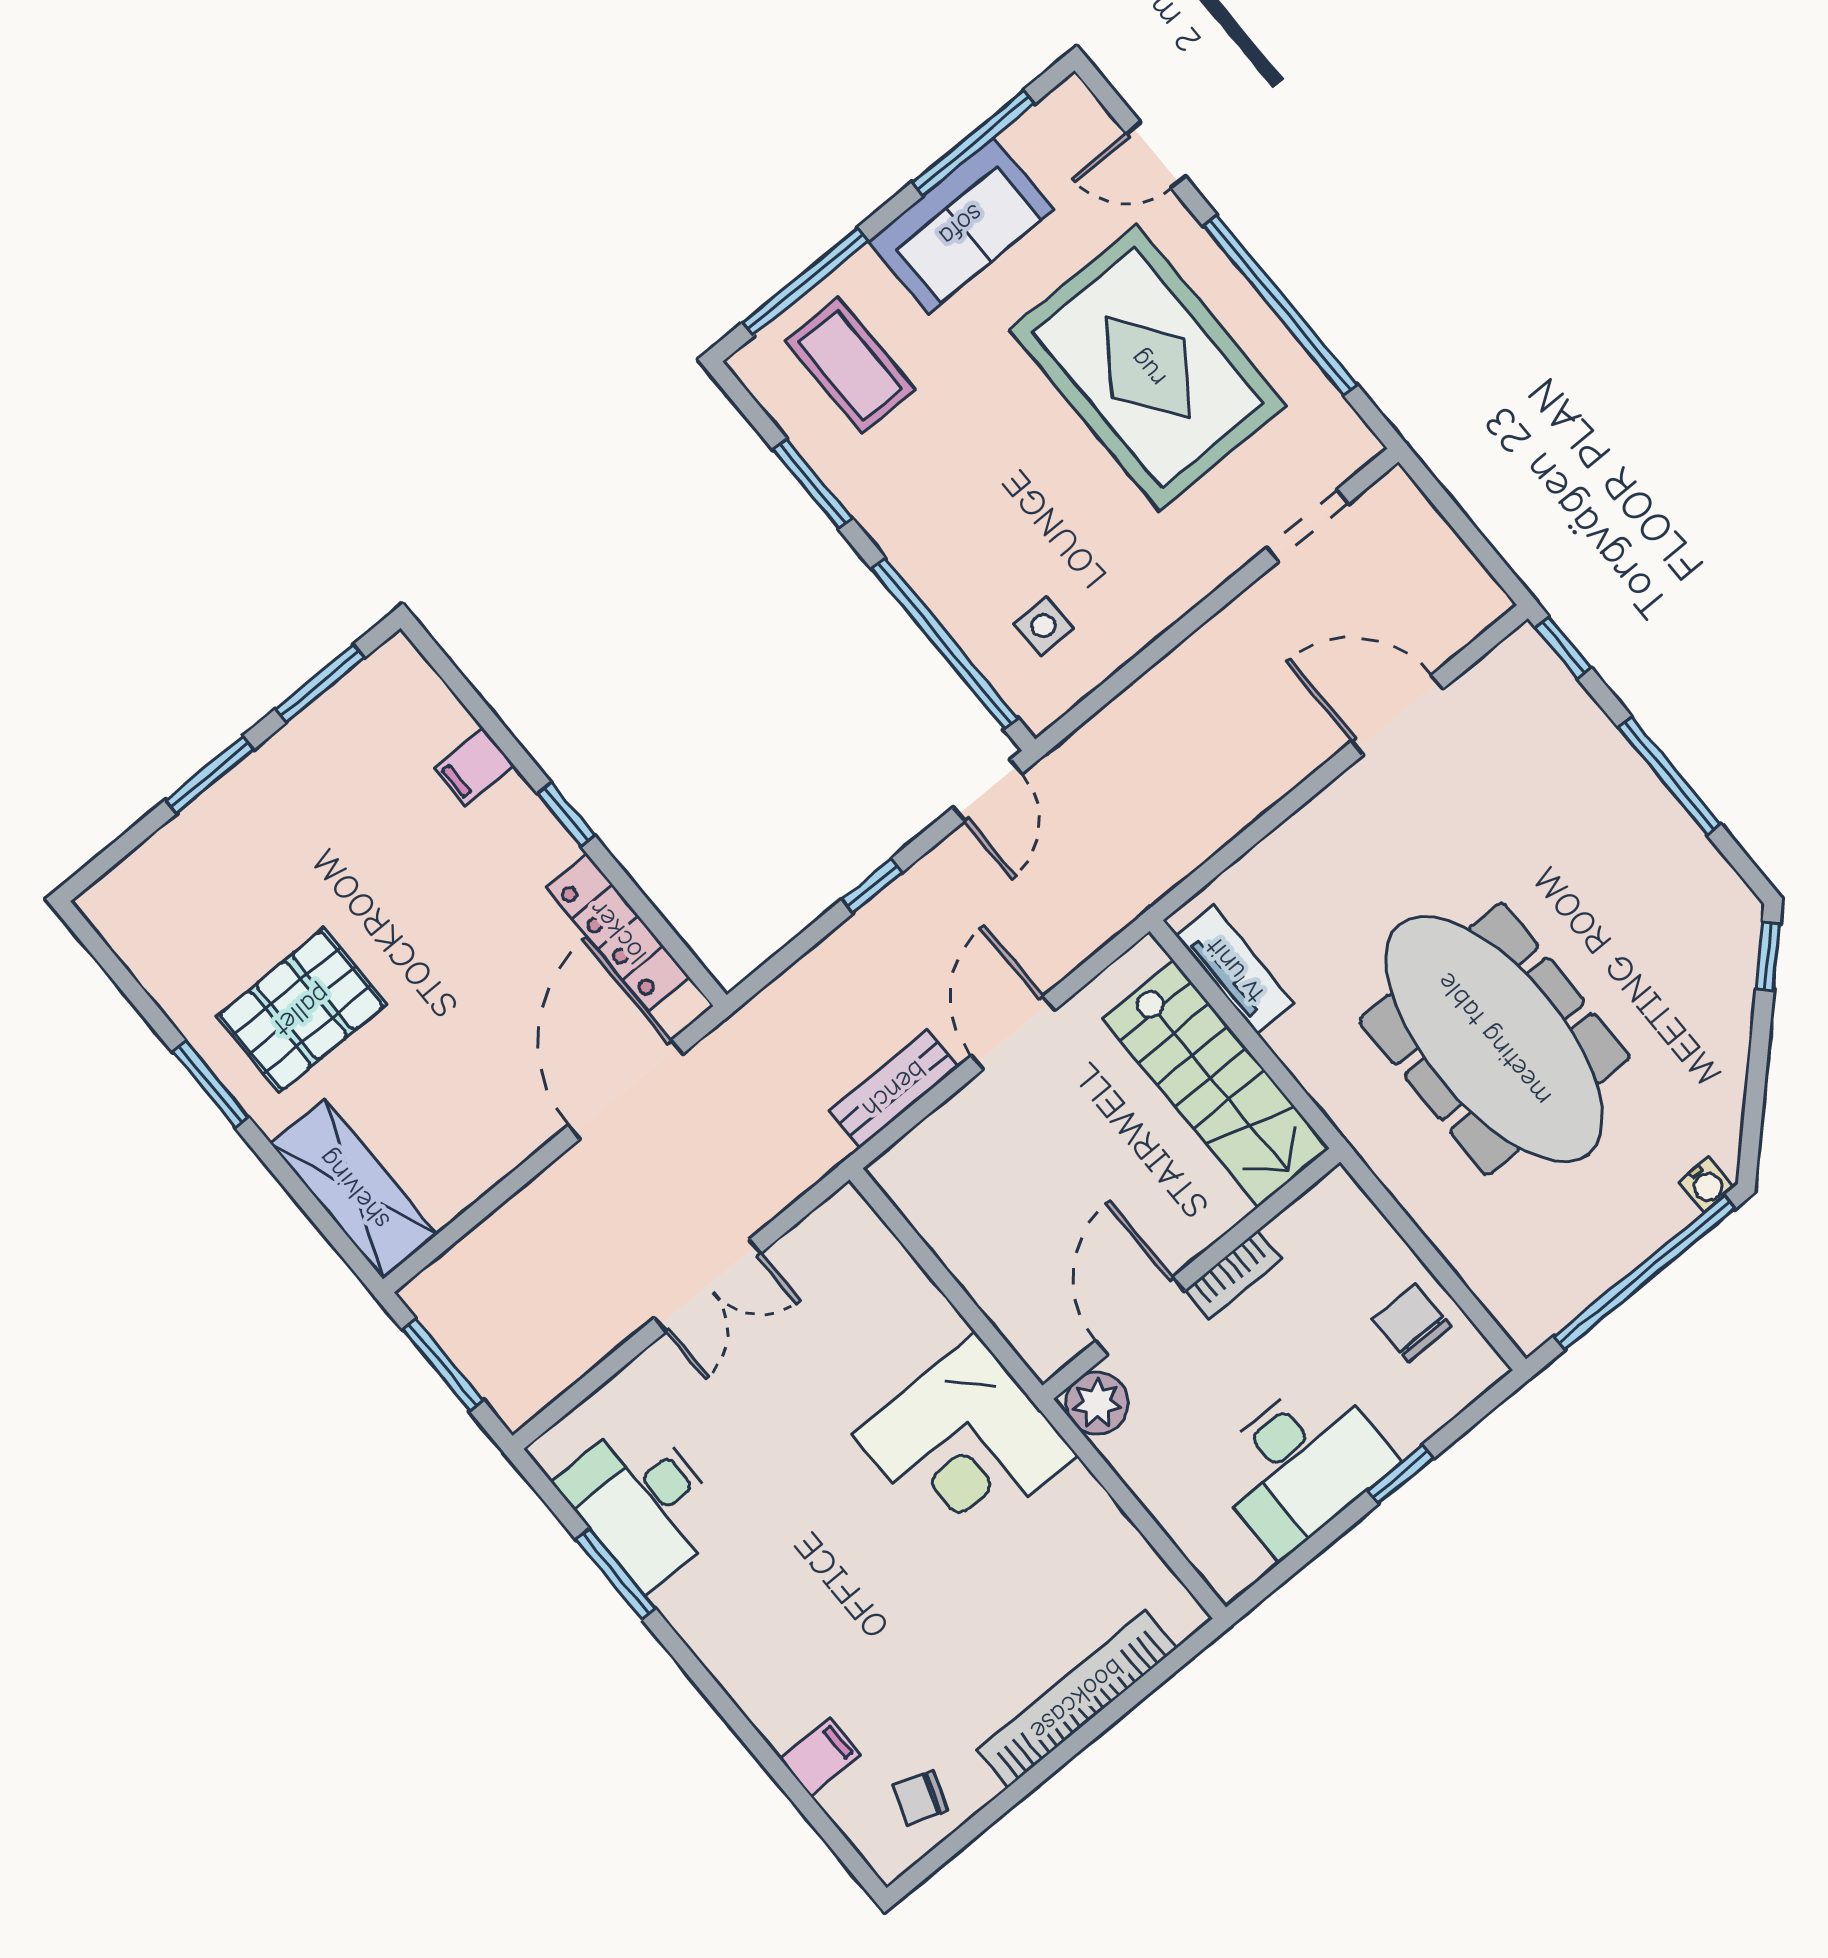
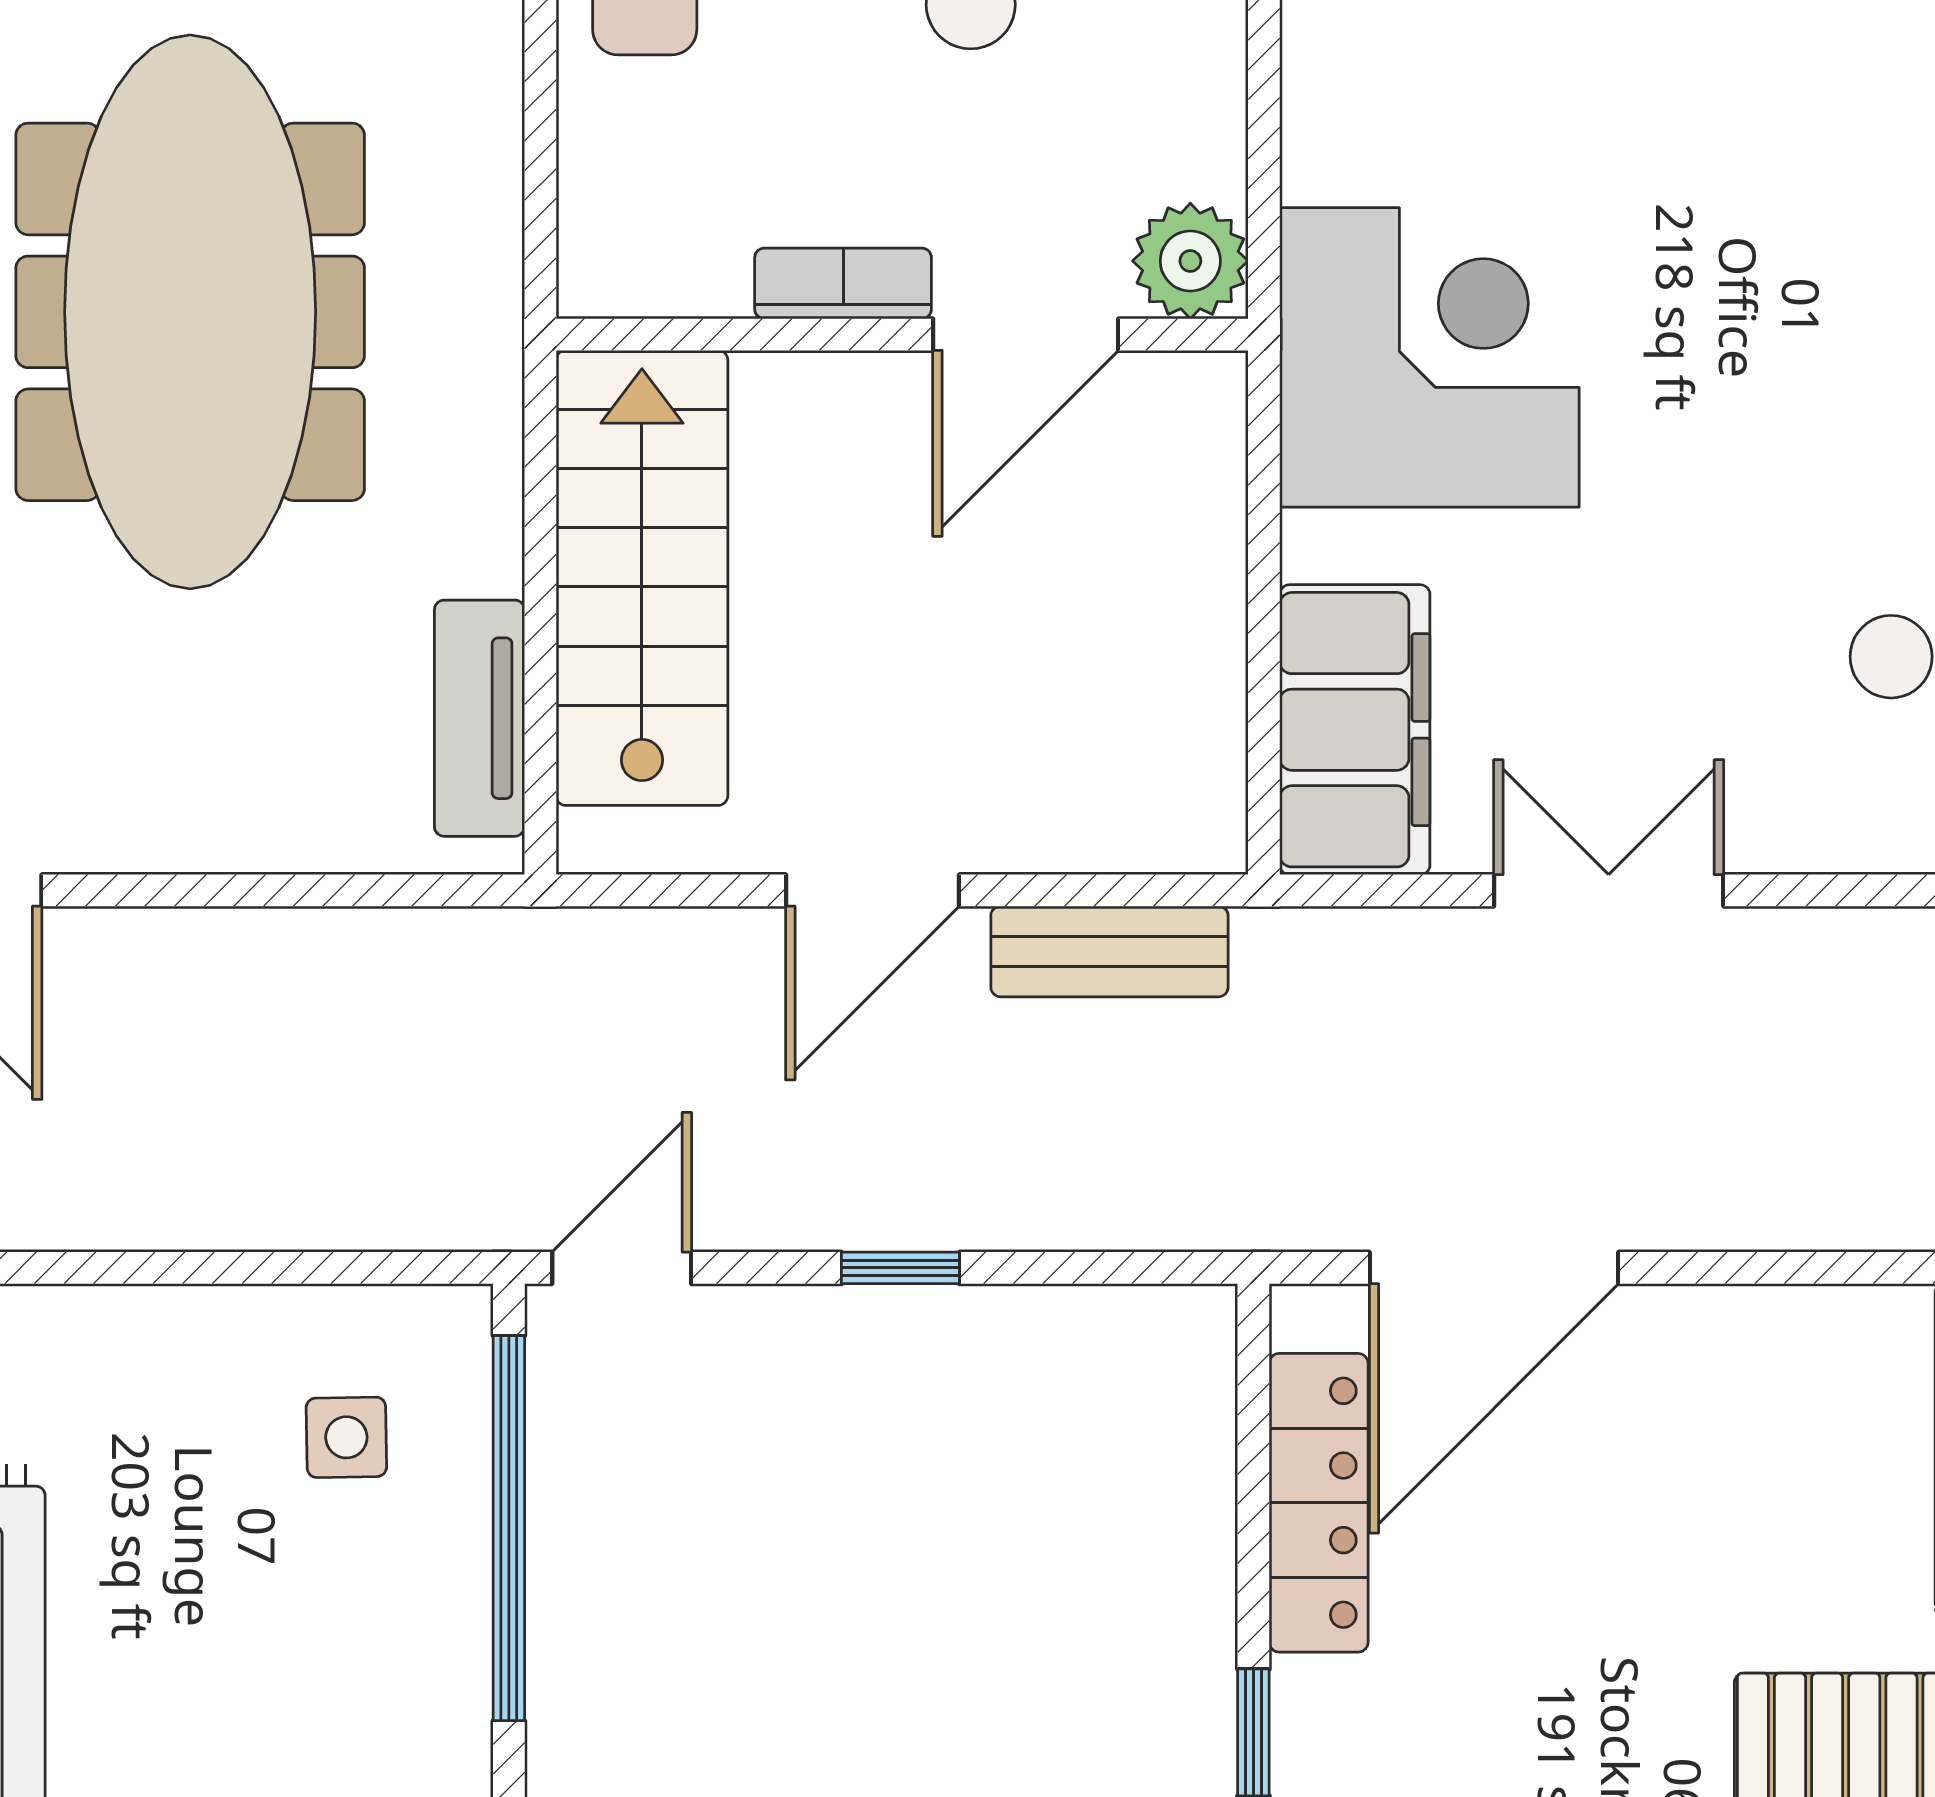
filing cabinet: (868, 1265) -> (1355, 730), added

